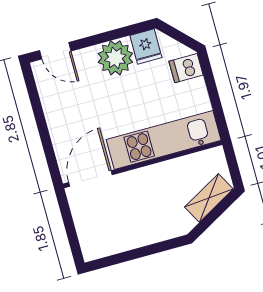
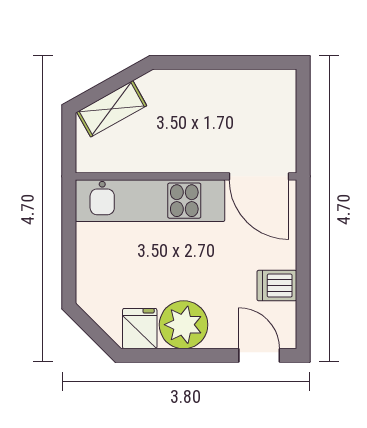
dishwasher: (186, 68) -> (277, 286), moved, turned 180
door: (90, 179) -> (259, 176), hinge flipped

